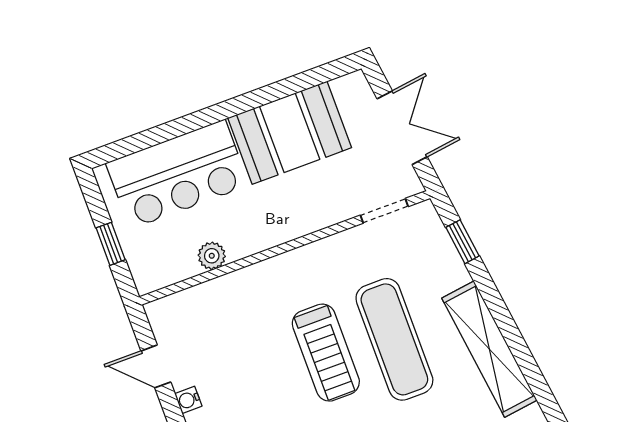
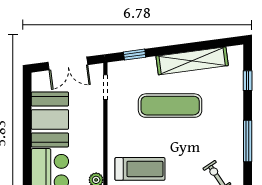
double door: (402, 128) -> (68, 63), swing flipped
treadmill: (326, 353) -> (140, 169), moved

